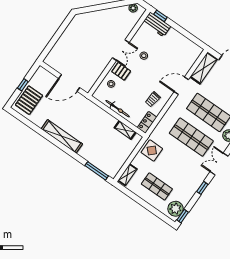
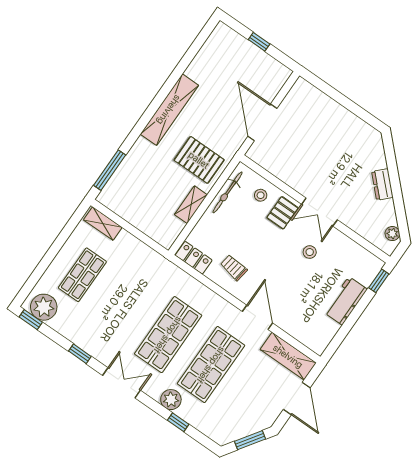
dresser: (105, 14) -> (382, 184), added
workbench: (157, 24) -> (346, 301), moved
pallet: (29, 100) -> (199, 160), moved
bicycle: (118, 109) -> (227, 192), moved
shelving: (125, 130) -> (191, 205), moved
display table: (152, 151) -> (145, 266), removed

